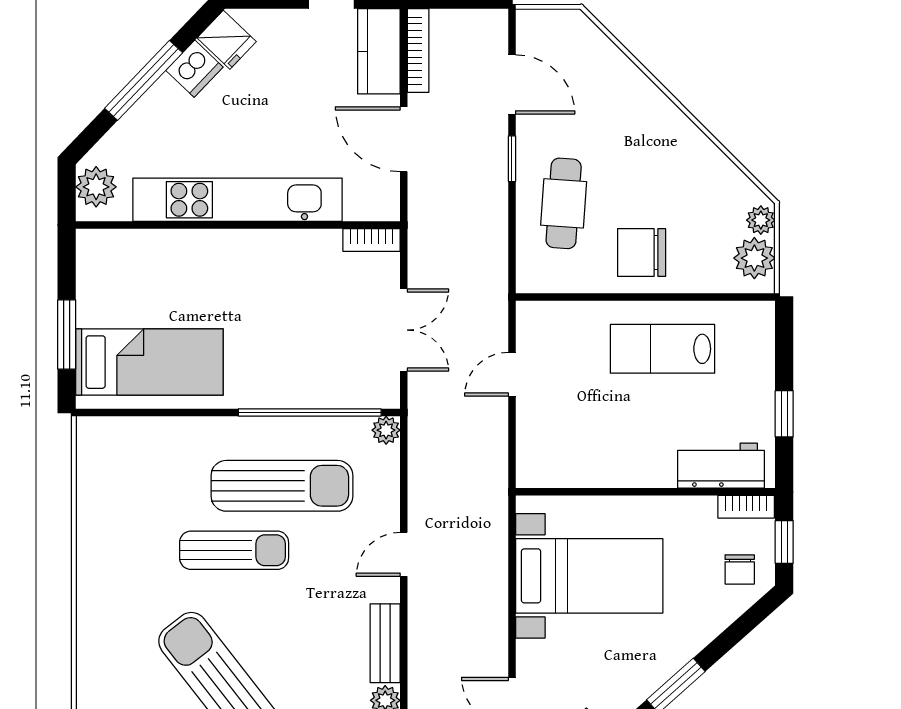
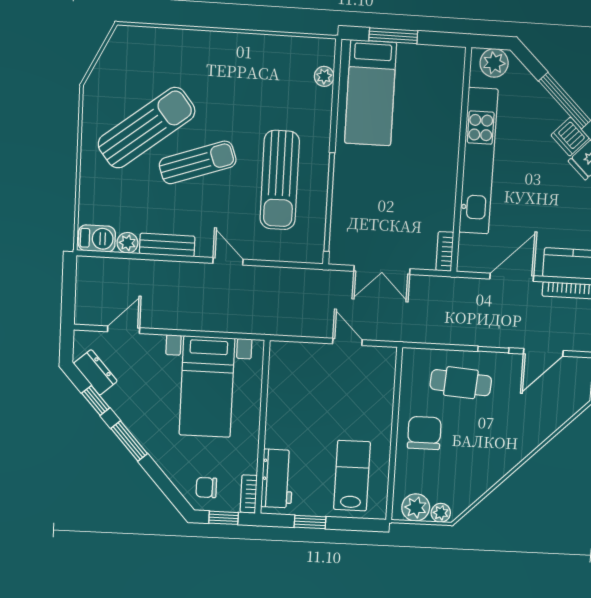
lab bench: (663, 349) -> (352, 476), moved
plant: (386, 430) -> (324, 76), moved
sun lounger: (234, 550) -> (198, 162), moved, turned -109

